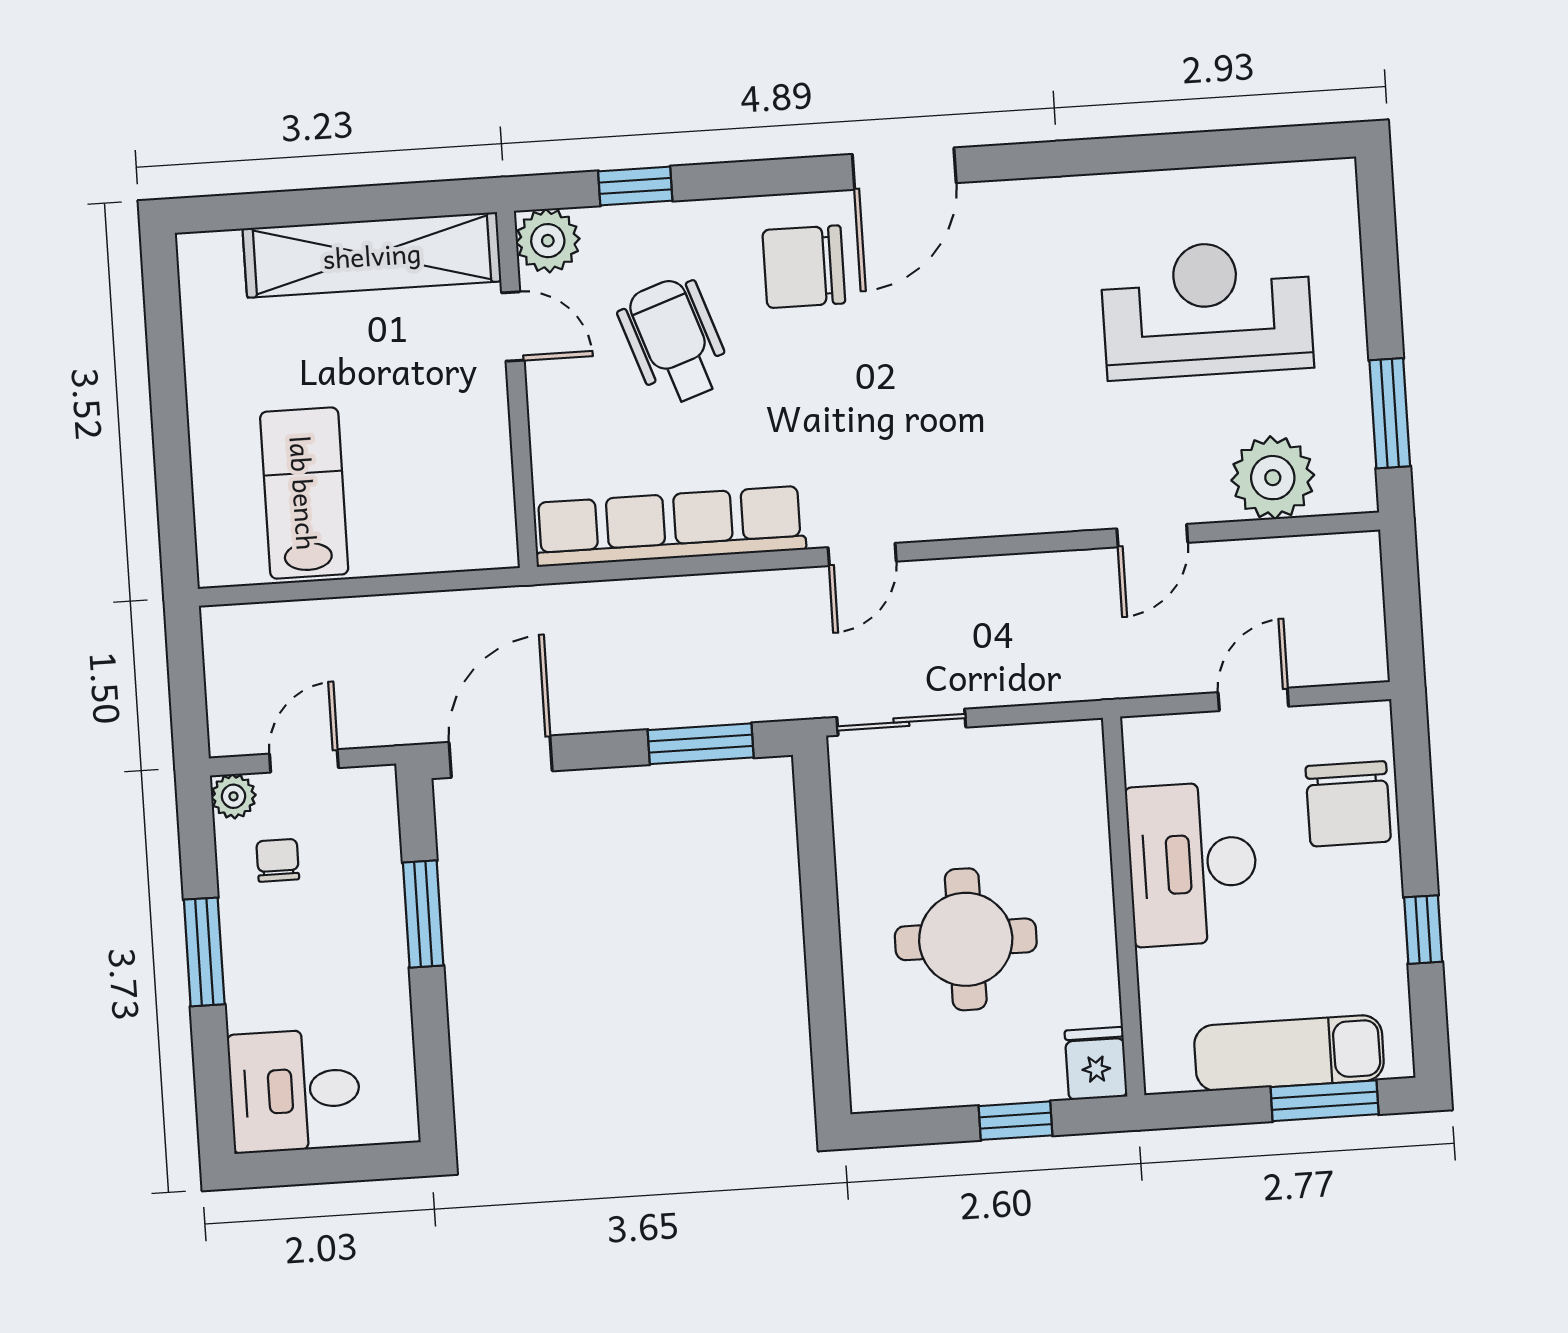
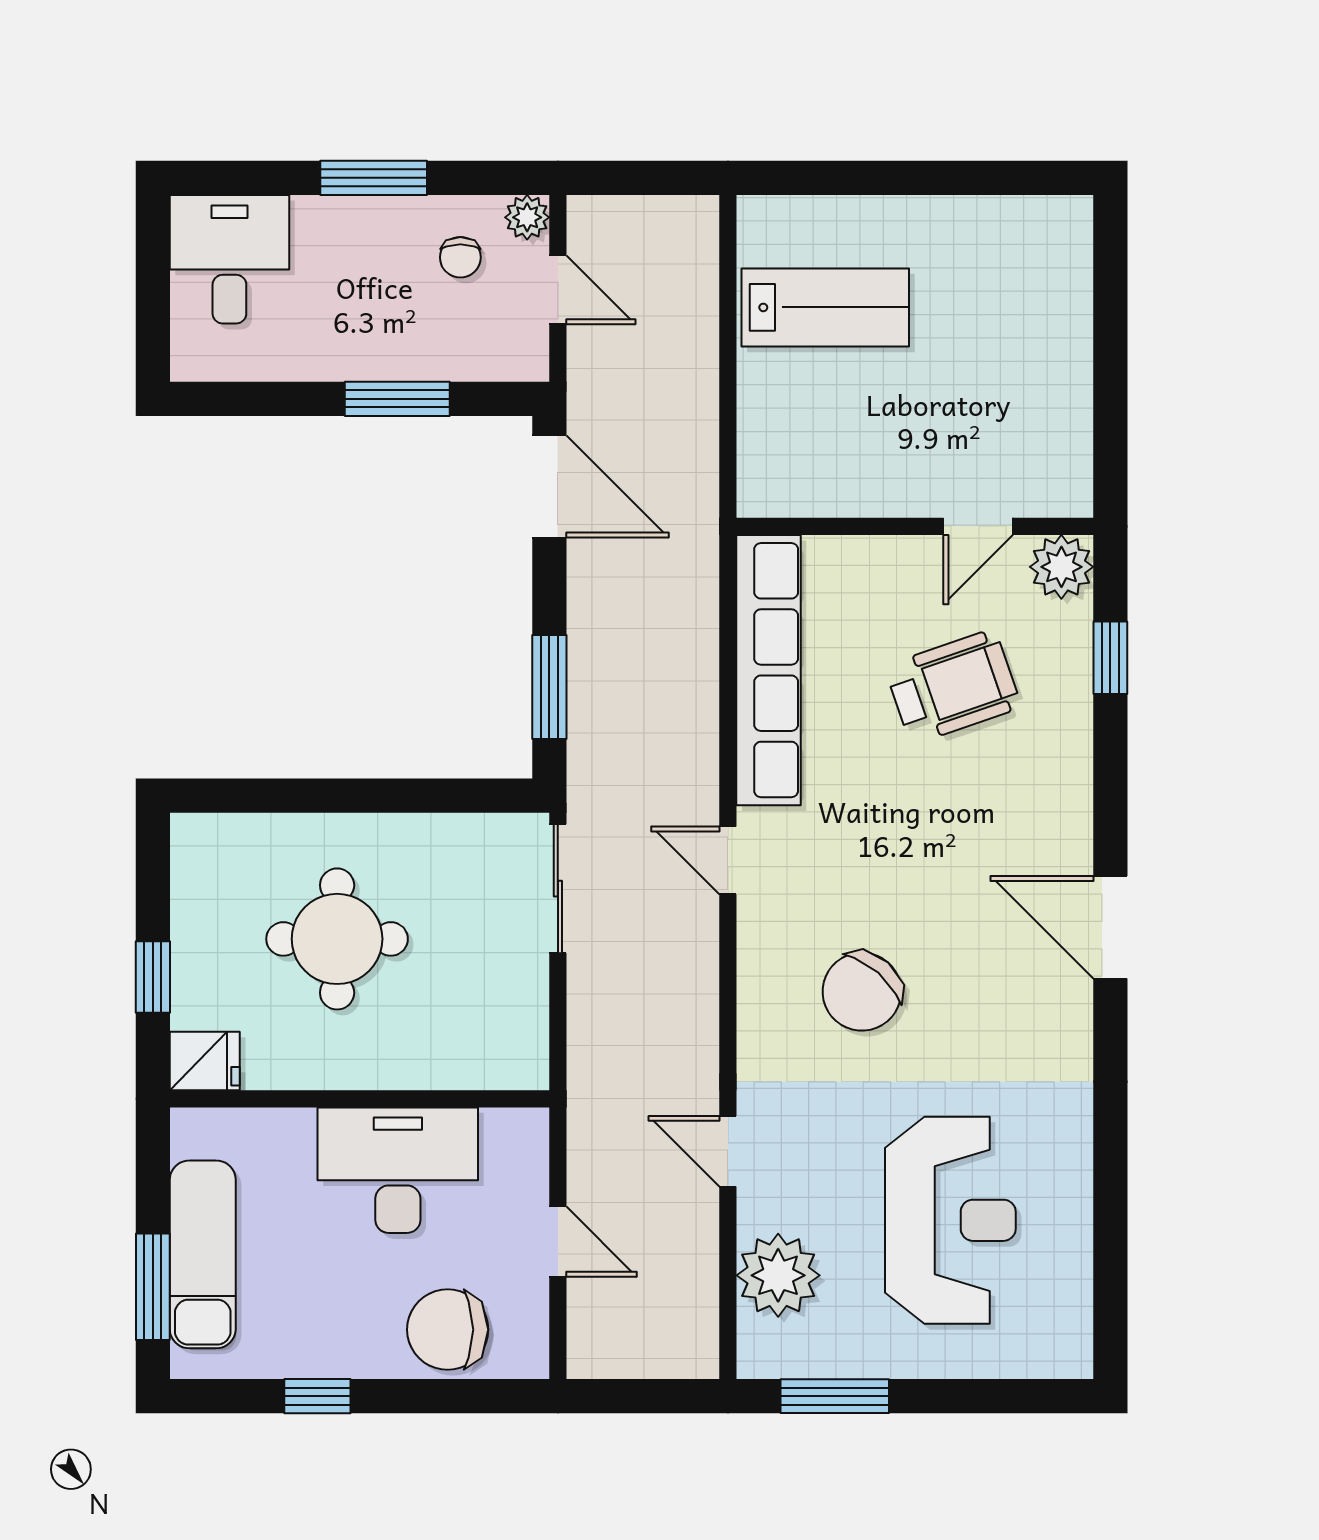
shelving: (372, 255) -> (1059, 390), removed
chair: (804, 267) -> (862, 992), moved, turned -139
chair: (278, 860) -> (460, 257), turned 90

